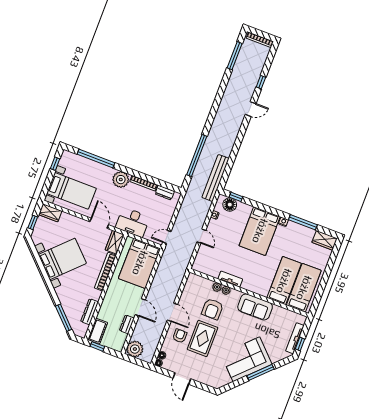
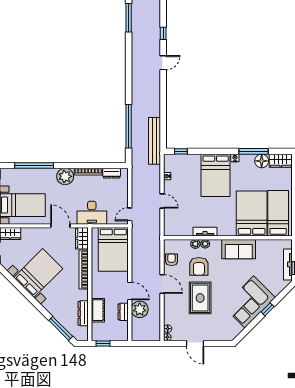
floor lamp: (230, 205) -> (262, 161), moved
bed: (284, 281) -> (252, 214), width x1.50
cot: (98, 331) -> (98, 310), moved
armchair: (180, 336) -> (171, 260), moved
plant: (135, 349) -> (140, 309), moved
window: (261, 372) -> (268, 309), width x0.46

